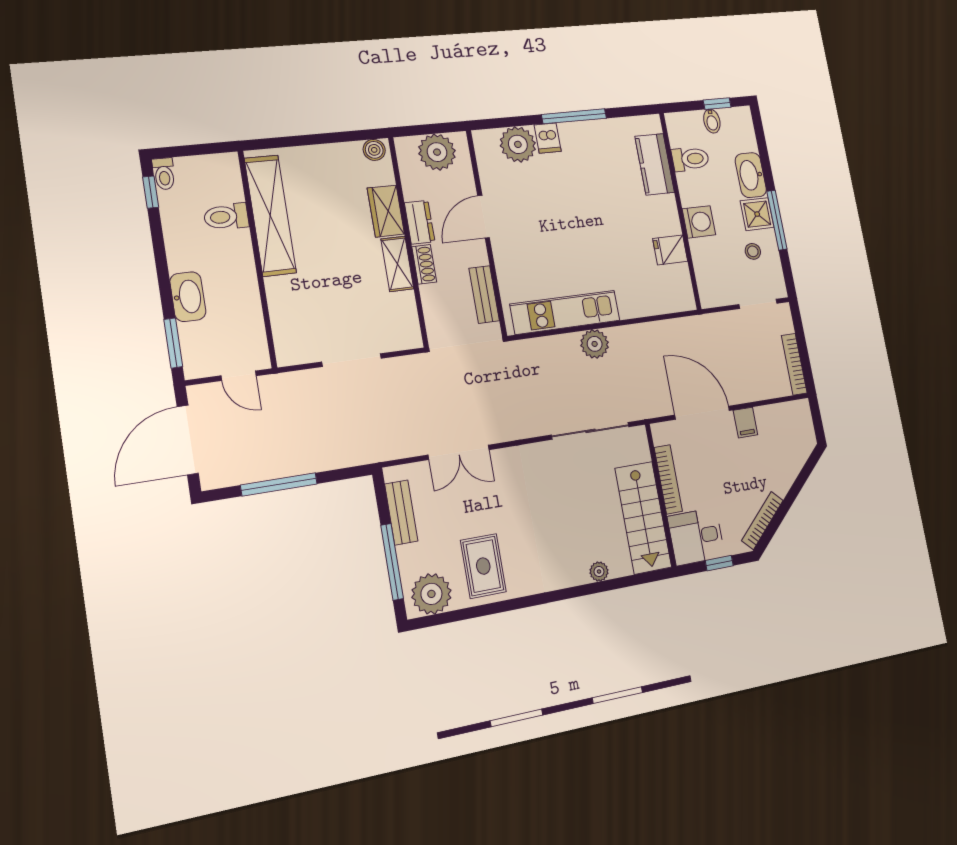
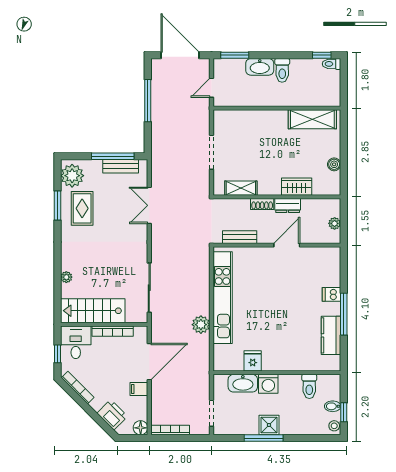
plant: (518, 144) -> (329, 275), removed
boiler: (374, 150) -> (334, 164), moved
plant: (437, 152) -> (335, 223), width x0.53, depth x0.53
kitchen counter: (655, 164) -> (331, 335), moved, turned -90
washbasin: (751, 175) -> (243, 383), moved, turned 180
shelving: (270, 215) -> (312, 119), width x0.68
toilet: (226, 217) -> (282, 70), moved, turned 180
door: (484, 217) -> (287, 245), hinge flipped
stool: (753, 251) -> (334, 426), moved
shelving: (397, 264) -> (241, 188), moved
kitchen unit: (565, 312) -> (223, 298), width x1.36
plant: (595, 344) -> (201, 325), moved
floor lamp: (800, 411) -> (141, 428), added
printer: (791, 458) -> (112, 415), added
window: (392, 562) -> (113, 156), moved
rug: (483, 566) -> (82, 208), turned 90
window: (486, 610) -> (57, 206), added

